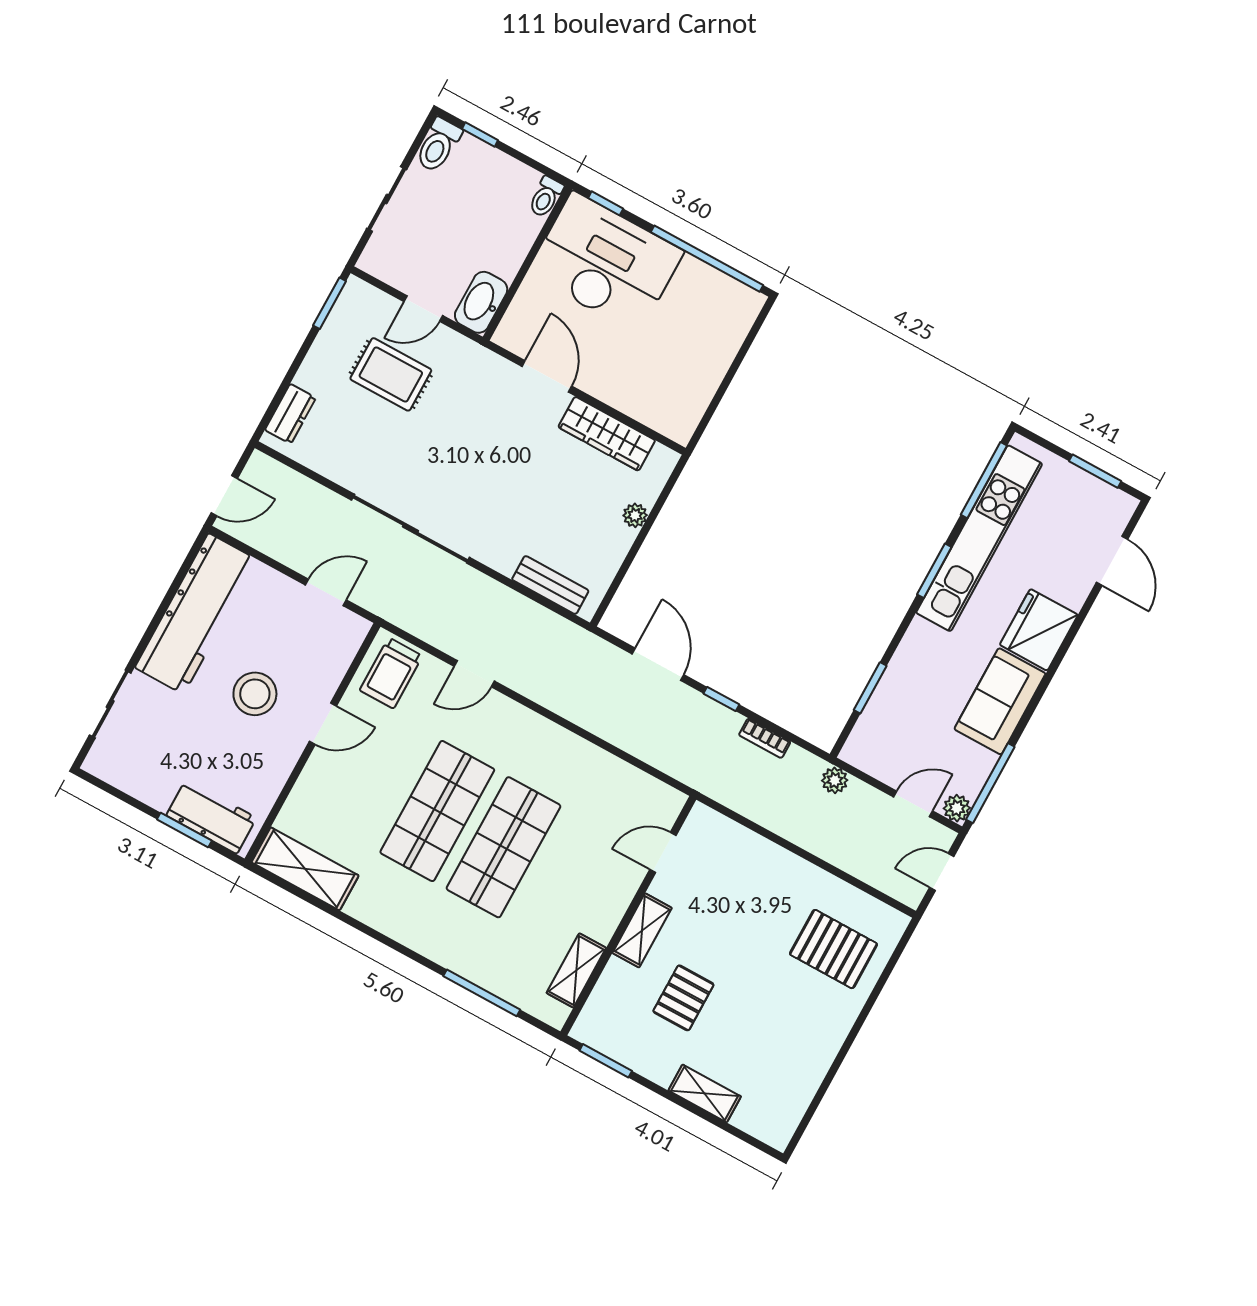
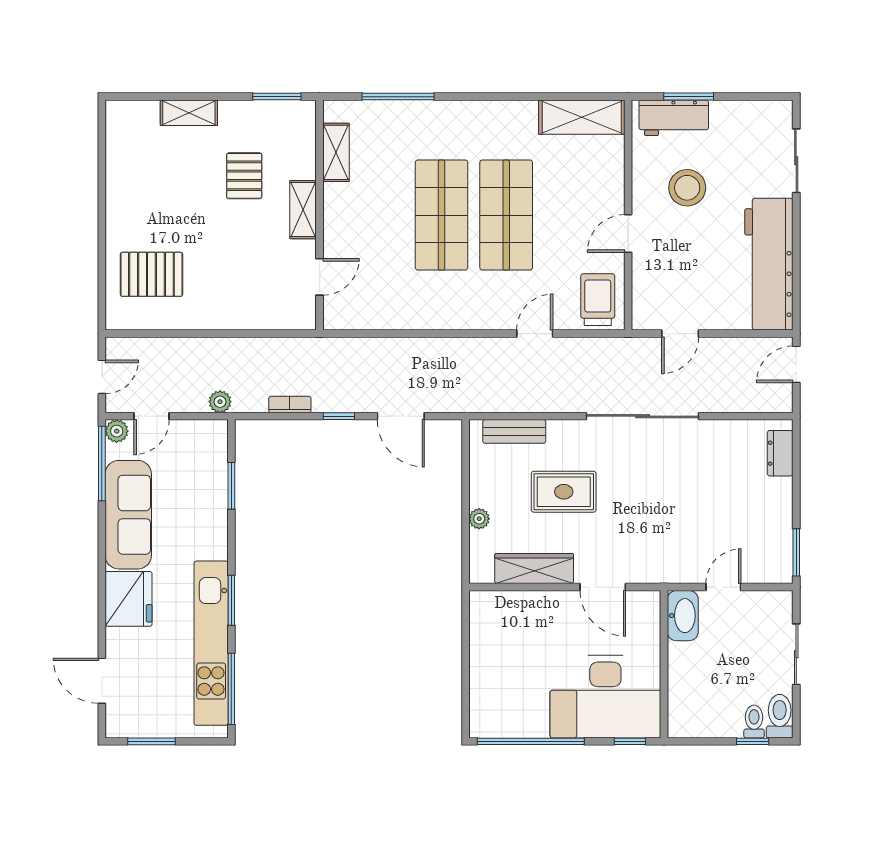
toilet: (546, 197) -> (754, 722), moved
rug: (391, 374) -> (564, 492), moved
stool: (255, 694) -> (687, 188), moved
sofa: (1000, 701) -> (128, 515), width x1.36

